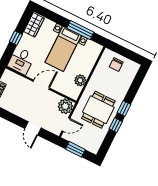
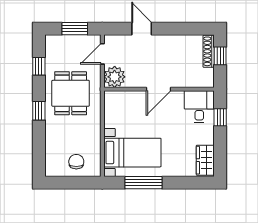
window: (16, 38) -> (220, 117), moved
bed with nightstands: (63, 49) -> (132, 153), moved, turned 90
plant: (80, 80) -> (112, 119), removed
window: (116, 125) -> (39, 66), moved

